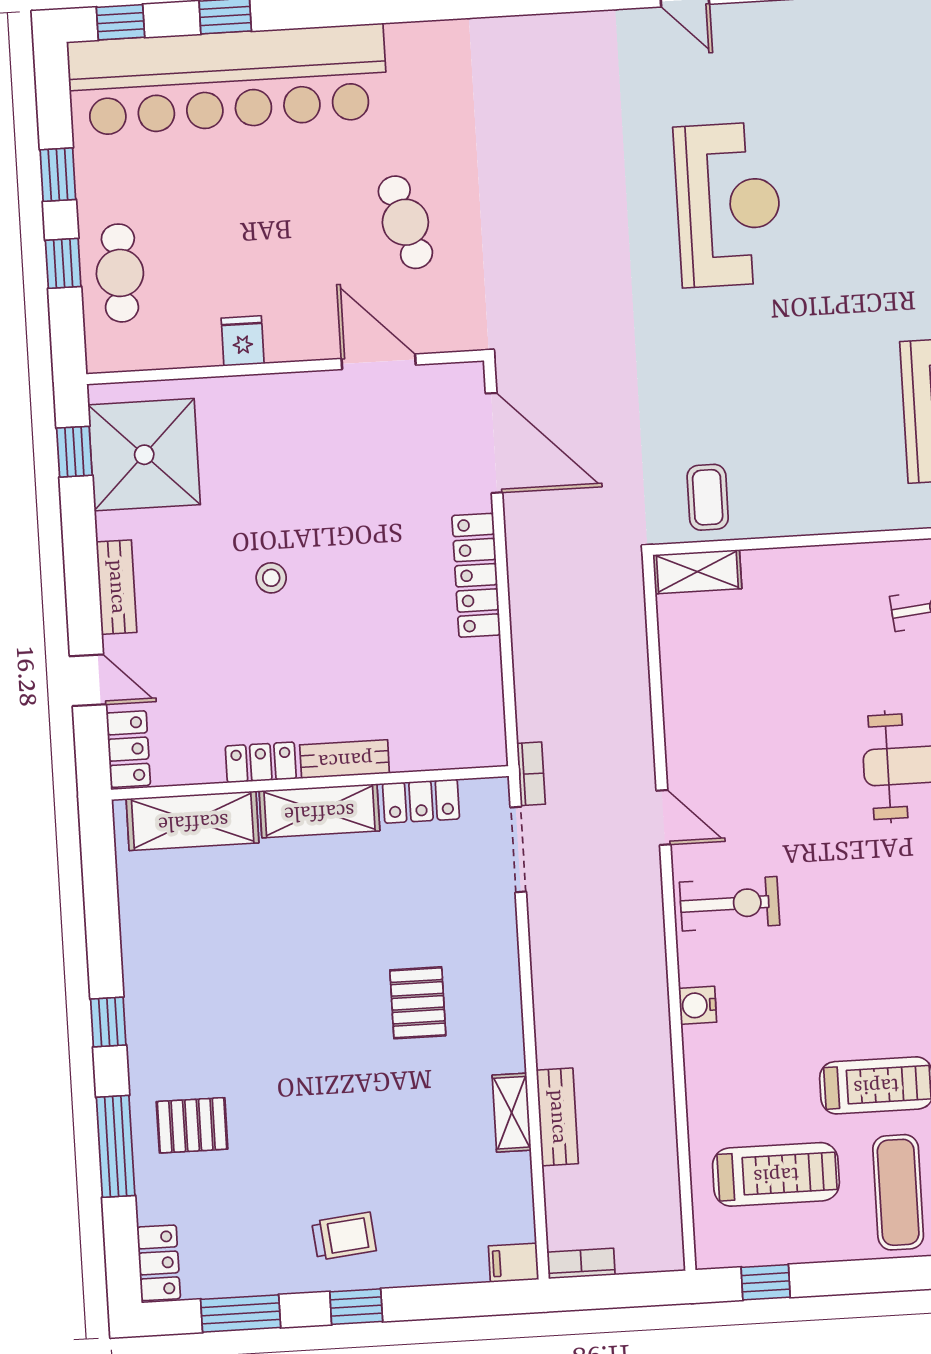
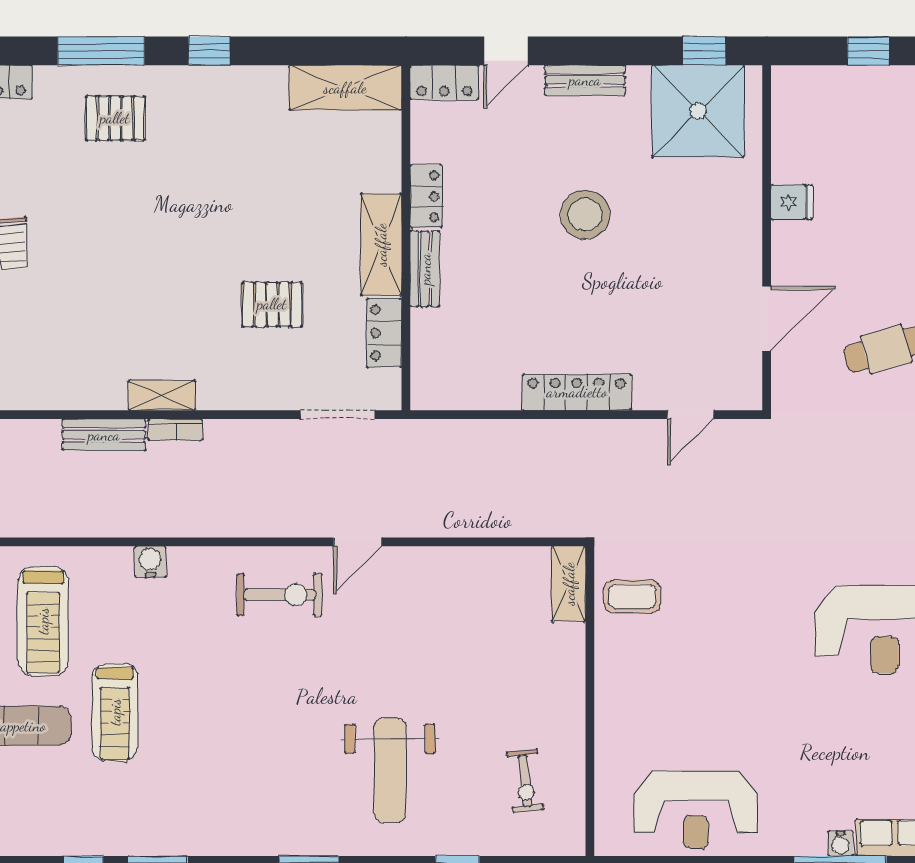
cafe table: (120, 273) -> (857, 99), removed
door: (494, 443) -> (690, 415), width x0.53
stool: (271, 578) -> (585, 215), width x1.89, depth x1.89
bookcase: (531, 774) -> (175, 430), moved
shelving: (193, 821) -> (345, 88), moved, turned 90
exercise bike: (730, 904) -> (280, 595), turned -90
pallet: (418, 1003) -> (272, 304), moved
water cooler: (698, 1005) -> (150, 562), moved
shelving: (512, 1113) -> (162, 395), moved
pallet: (192, 1125) -> (115, 118), turned 90

